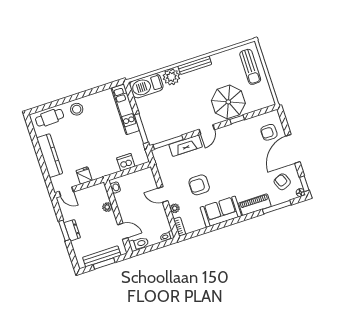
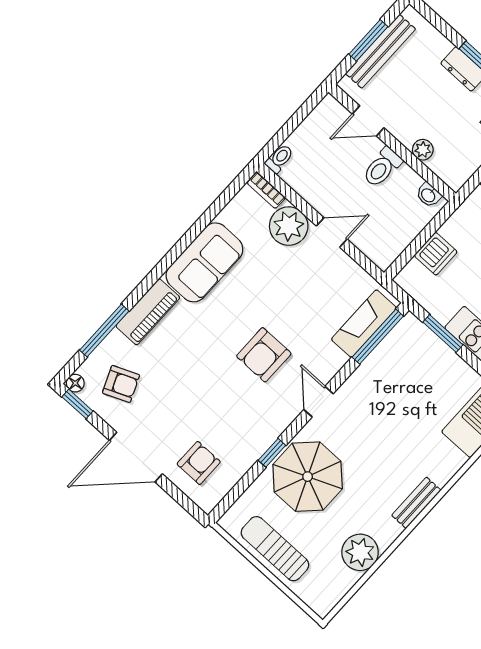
bench: (195, 65) -> (416, 503), width x0.73
sun lounger: (250, 67) -> (275, 549), moved
plant: (171, 77) -> (360, 552), moved
window: (141, 129) -> (443, 333), width x0.69
fireplace: (186, 146) -> (364, 324), moved
door: (293, 149) -> (136, 457), swing flipped
armchair: (199, 185) -> (264, 355), moved, turned 180
plant: (175, 208) -> (289, 226), width x1.88, depth x1.88
toilet: (139, 244) -> (382, 167), moved

